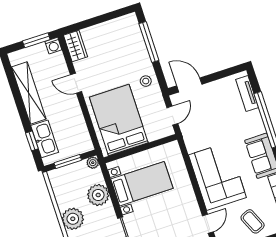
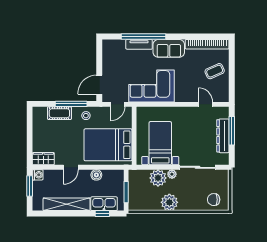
window: (149, 42) -> (71, 104), moved
cot: (138, 47) -> (59, 113), added
tv unit: (247, 94) -> (139, 44), moved
door: (172, 116) -> (118, 104), swing flipped
boiler: (77, 118) -> (96, 175), added
plant: (93, 163) -> (172, 174), moved
corner sofa: (217, 176) -> (151, 86), moved

